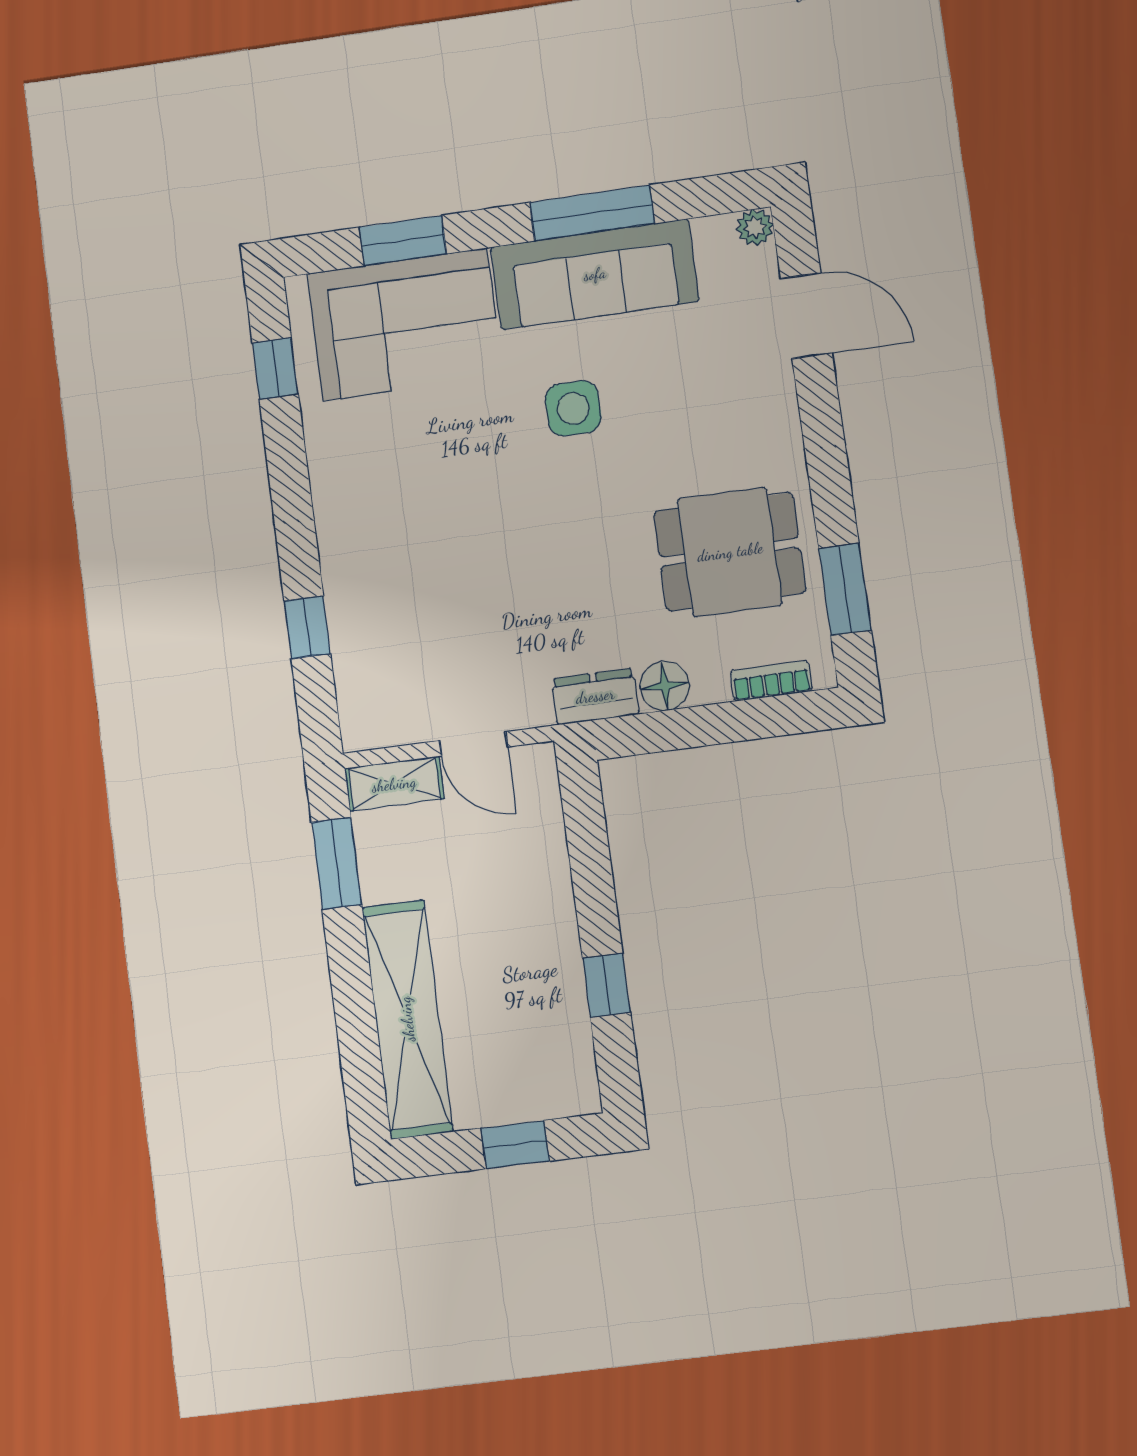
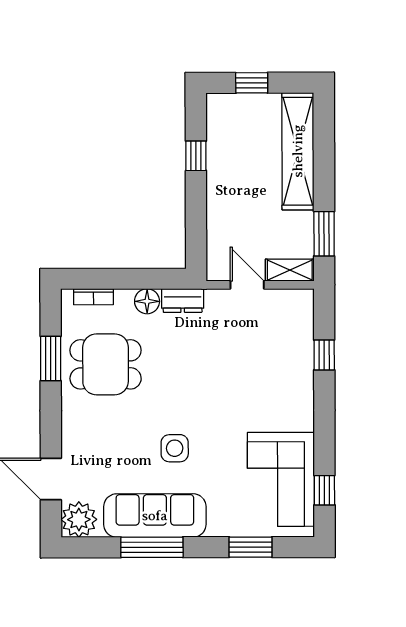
plant: (755, 227) -> (79, 519), width x1.88, depth x1.88
corner sofa: (405, 324) -> (281, 479), moved, turned -90
window: (845, 589) -> (51, 359), moved

